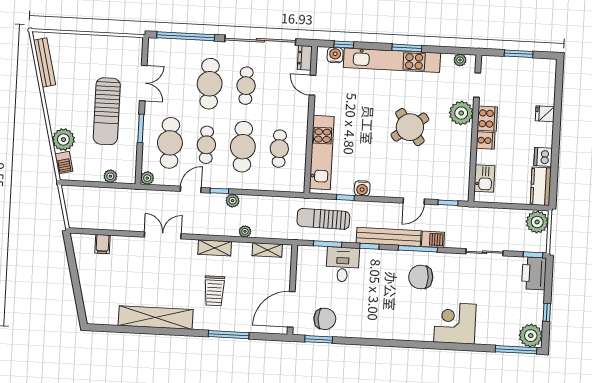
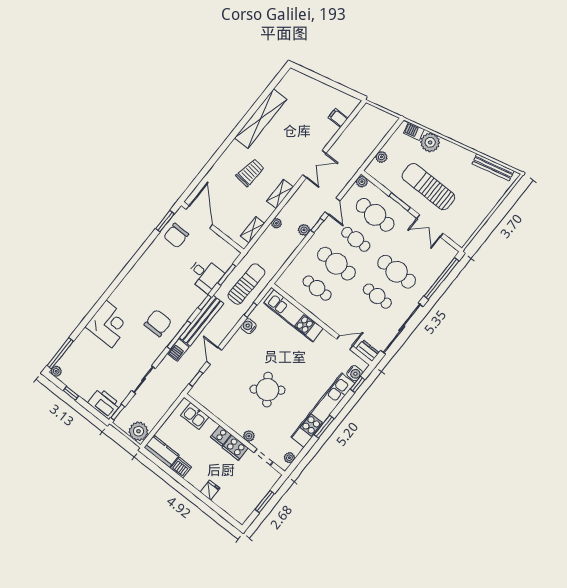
plant: (461, 113) -> (249, 436), width x0.53, depth x0.53
trolley: (214, 291) -> (250, 173), turned 97
window: (229, 335) -> (213, 161), removed
plant: (531, 336) -> (56, 371), width x0.53, depth x0.53

